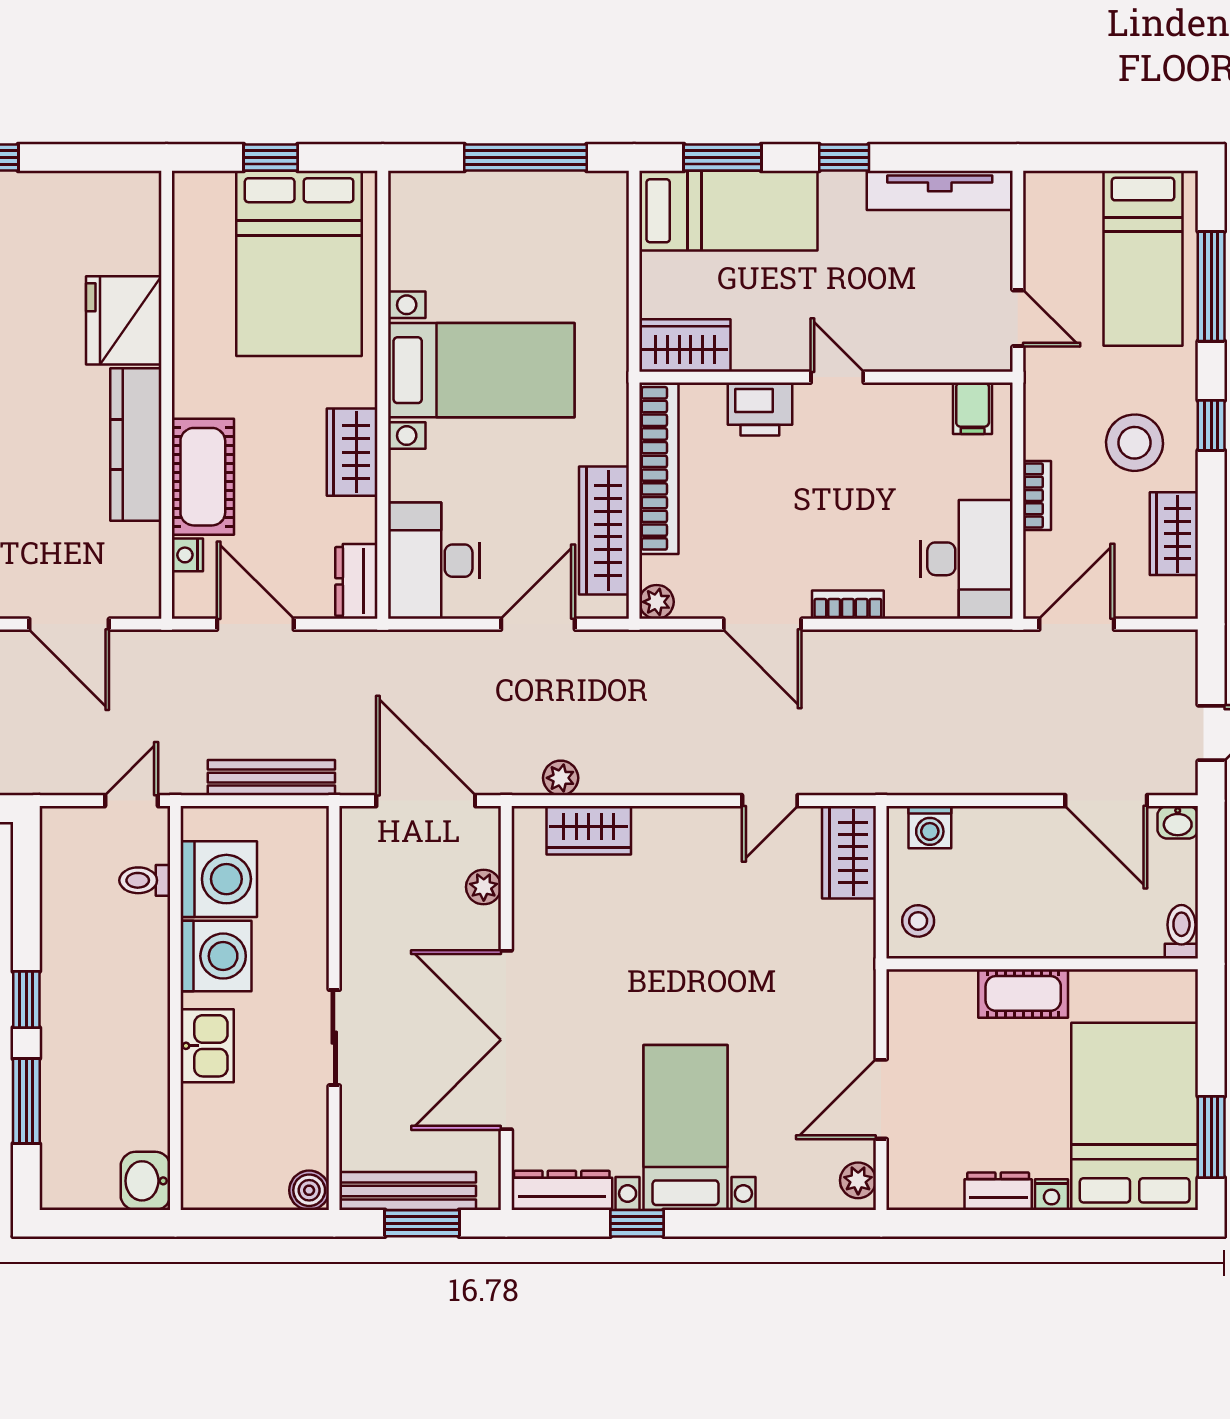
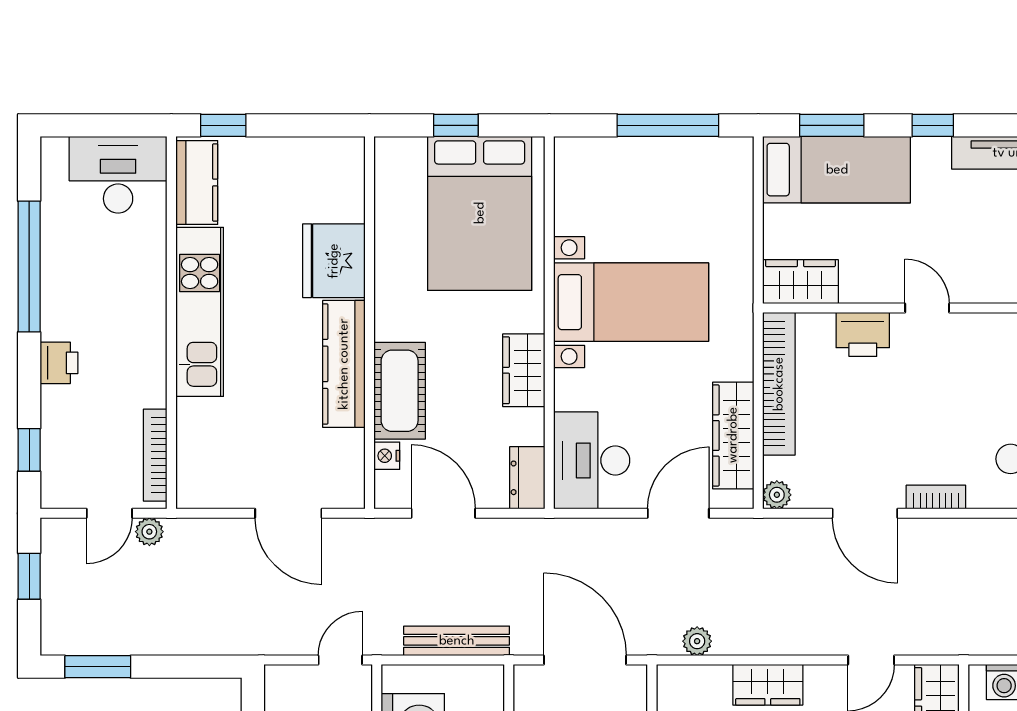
wardrobe: (589, 830) -> (768, 685), moved

